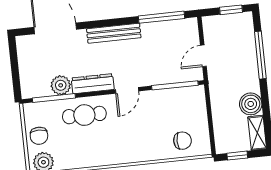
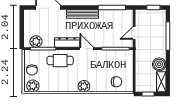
plant: (61, 85) -> (36, 41), moved
door: (127, 90) -> (87, 49), swing flipped
plant: (129, 154) -> (84, 86), added

